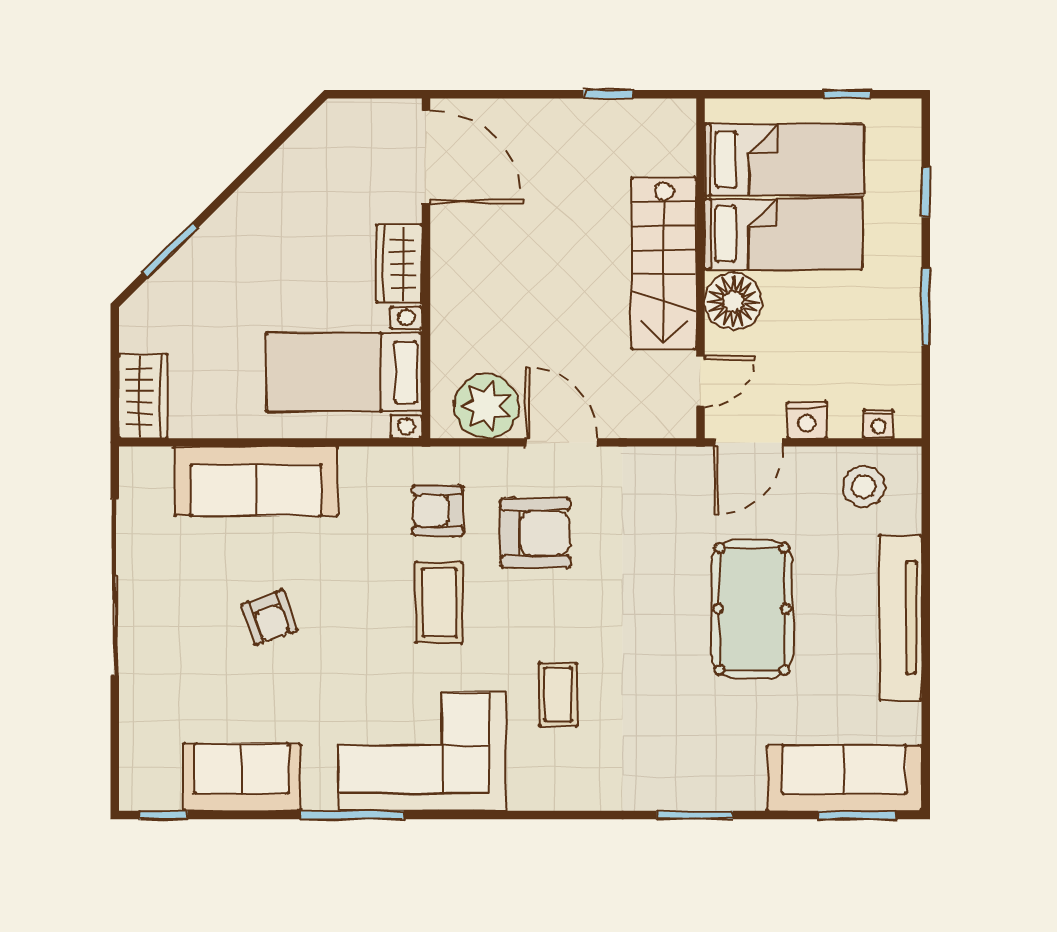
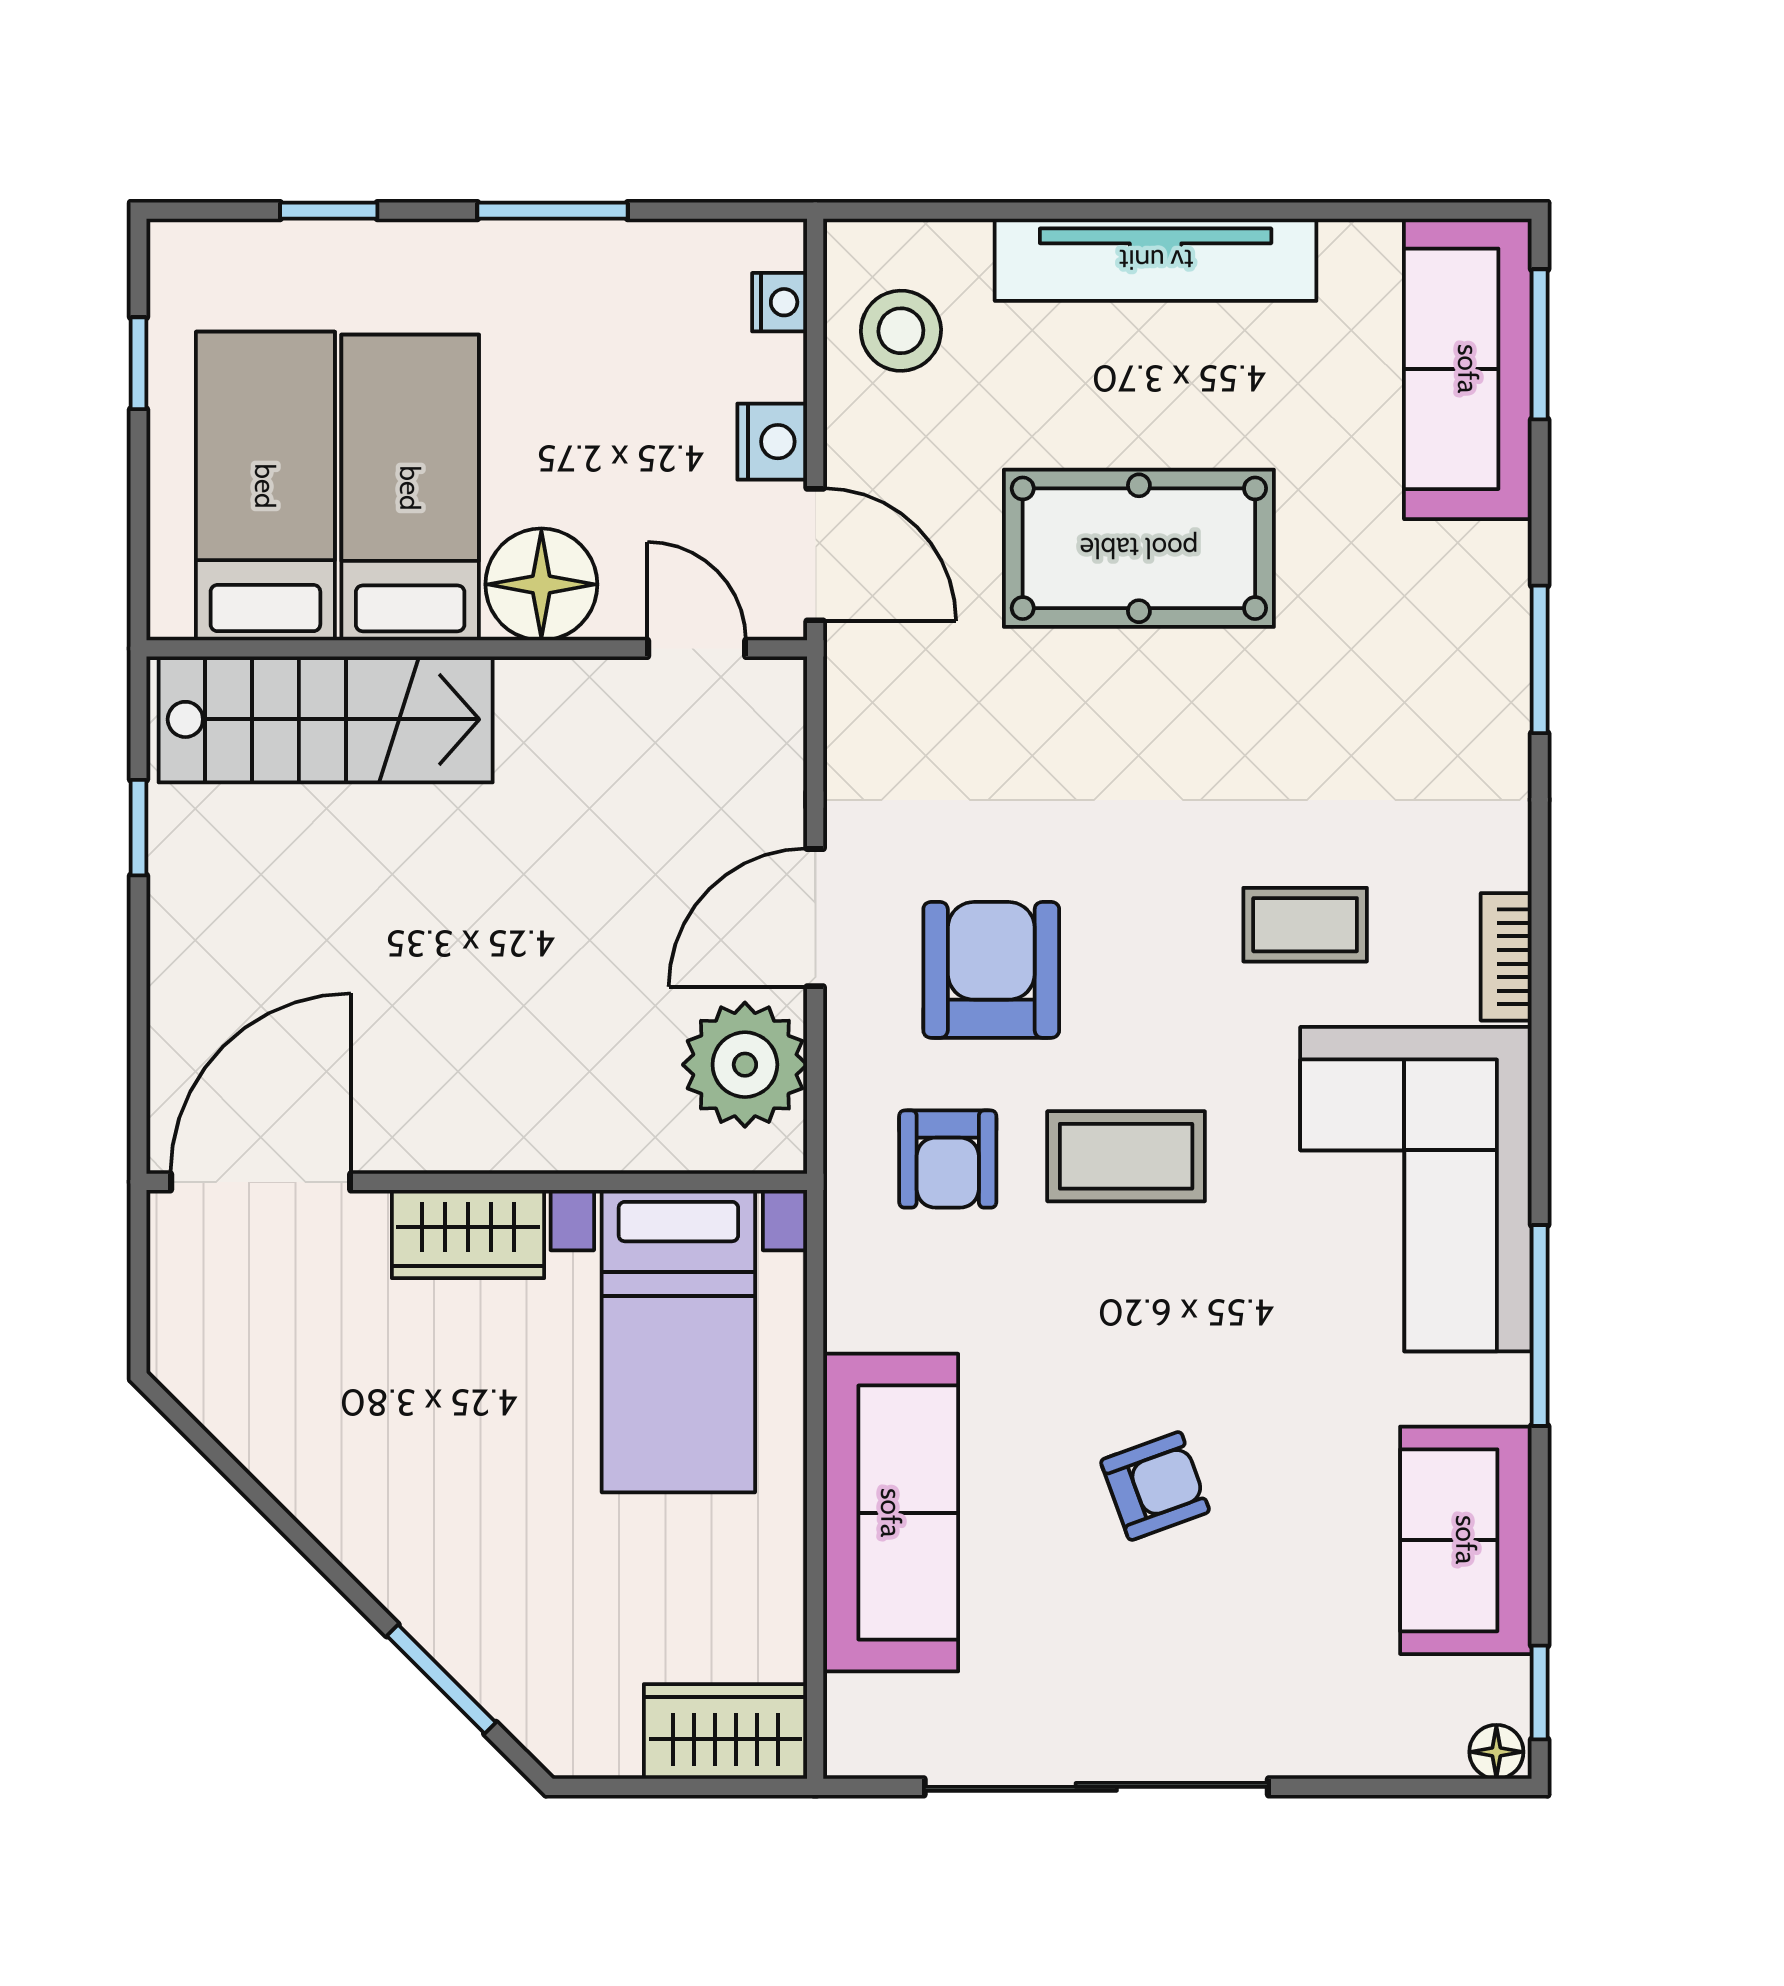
stairs: (664, 264) -> (326, 719), moved
floor lamp: (133, 793) -> (1496, 1752), added
bookcase: (542, 798) -> (1506, 957), added

